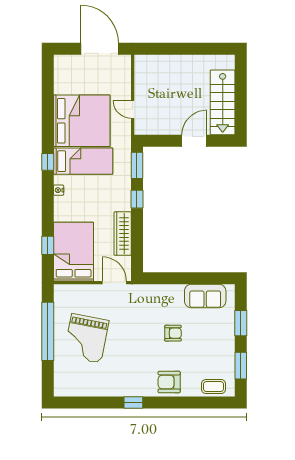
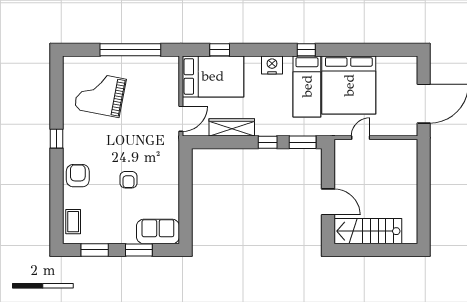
nightstand: (59, 190) -> (272, 65), width x1.89, depth x1.79
sofa: (205, 296) -> (158, 231), moved, turned 90
grand piano: (86, 338) -> (100, 94), moved

